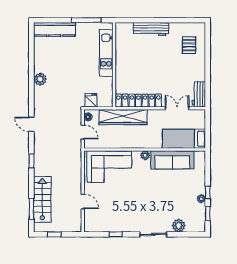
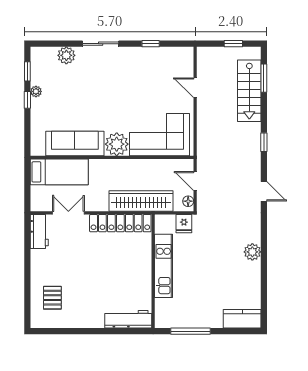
kitchen counter: (55, 29) -> (242, 319), width x0.67
workbench: (151, 29) -> (128, 319), moved
kitchen unit: (106, 53) -> (164, 266), moved
double door: (177, 108) -> (68, 213), swing flipped
plant: (145, 155) -> (117, 144), width x1.87, depth x1.87

